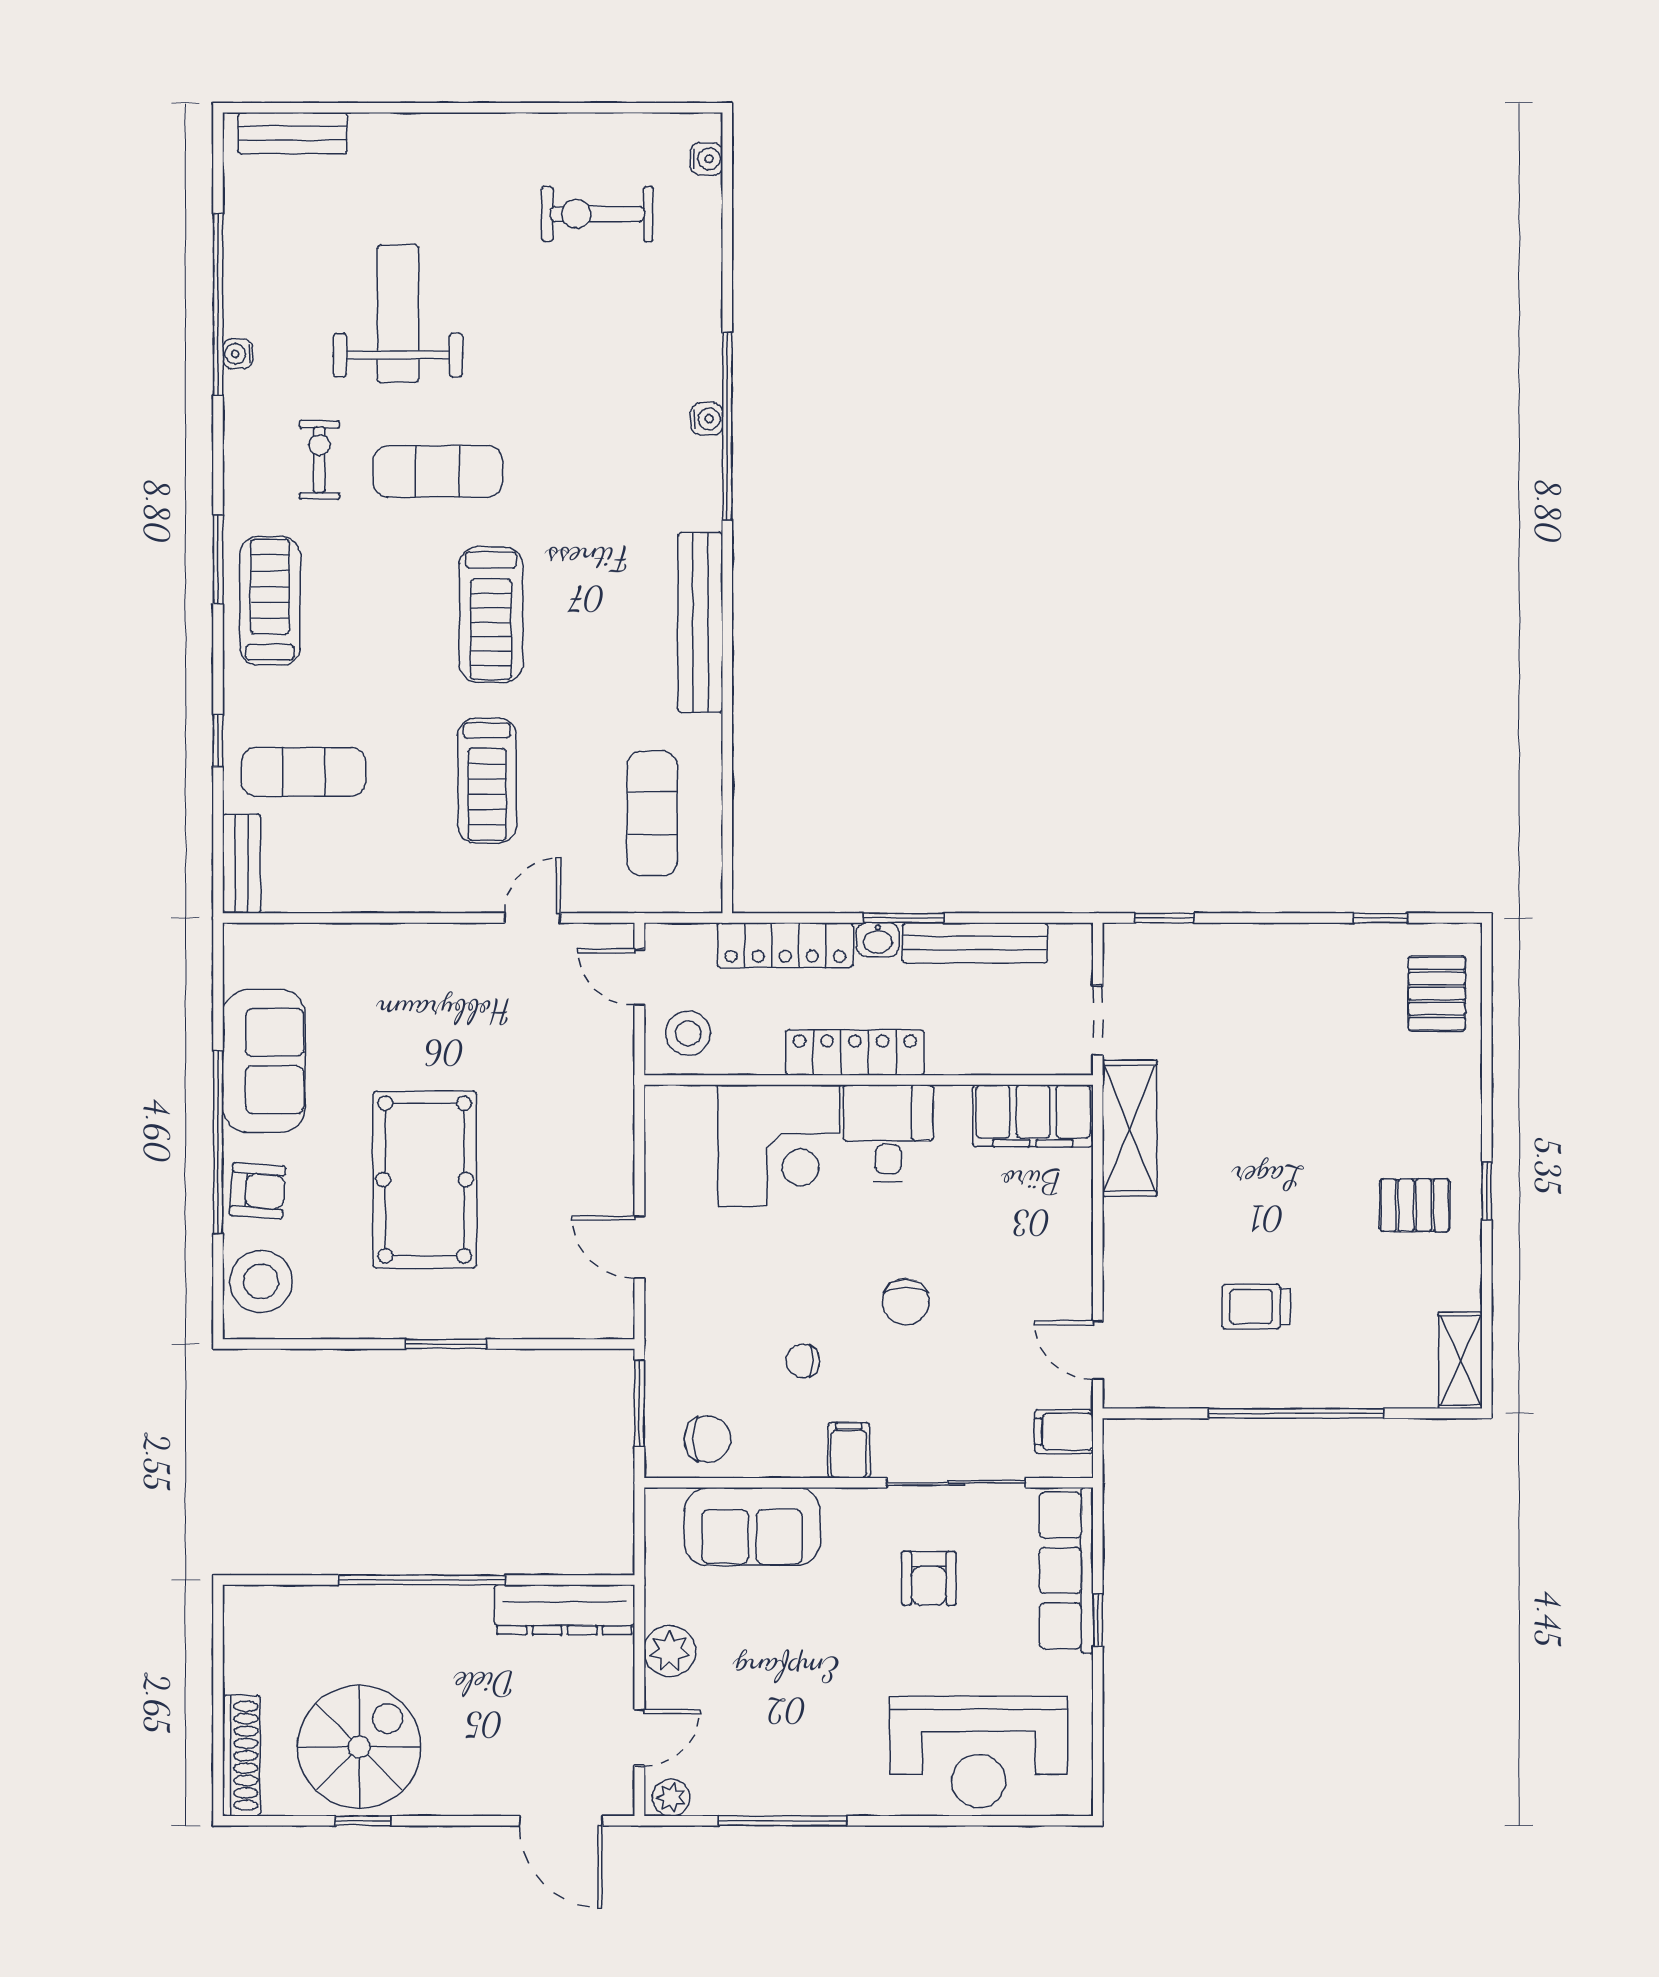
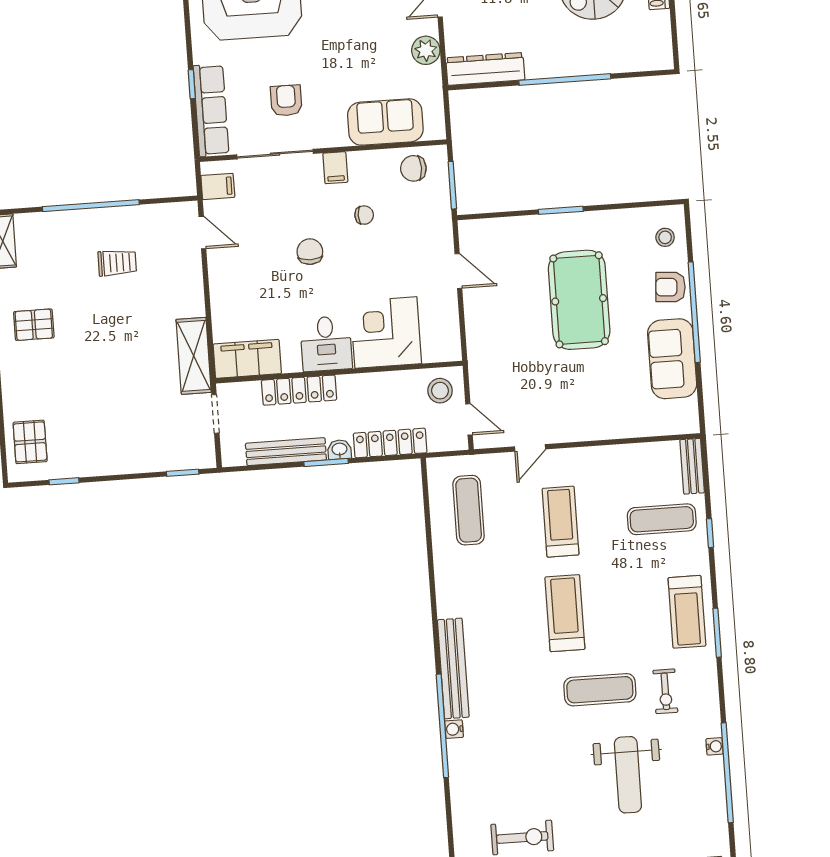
bench: (700, 622) -> (453, 668), moved
locker: (855, 1052) -> (299, 390), moved
stool: (261, 1281) -> (665, 237), width x0.53, depth x0.53

